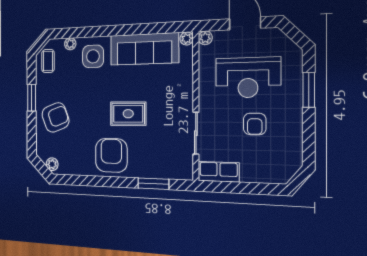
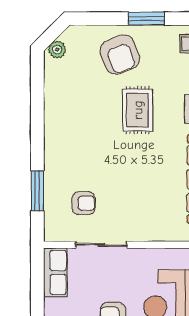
rug: (128, 114) -> (138, 110), moved
armchair: (111, 155) -> (84, 203), moved, width x0.53, depth x0.53

